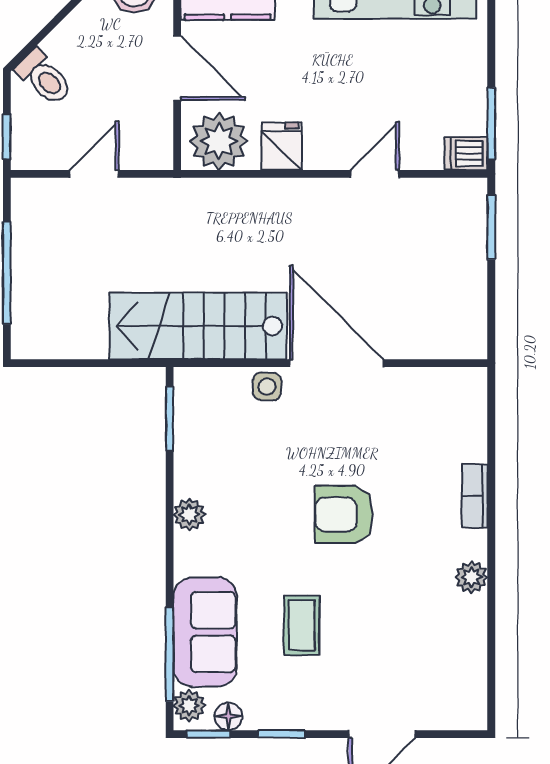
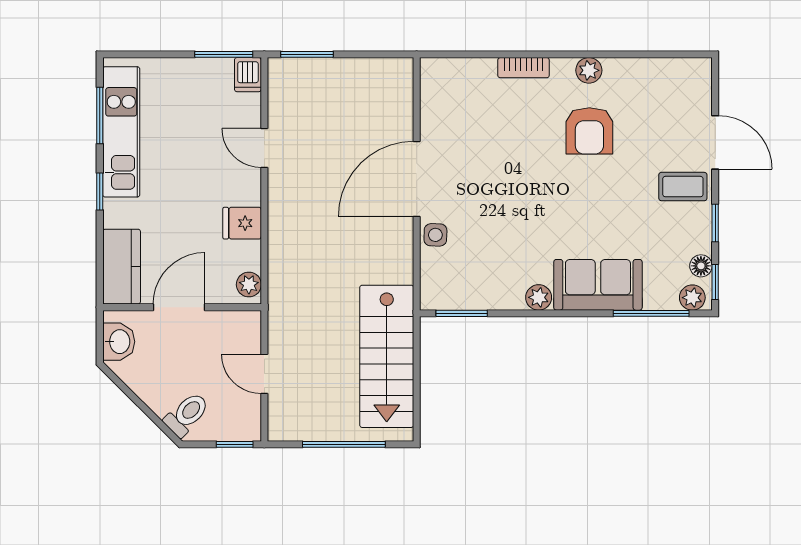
plant: (219, 141) -> (249, 285), width x0.53, depth x0.53
stairs: (198, 326) -> (387, 356), moved
armchair: (344, 514) -> (589, 131), moved
coffee table: (302, 625) -> (683, 187), moved
sofa: (205, 632) -> (598, 285), moved

